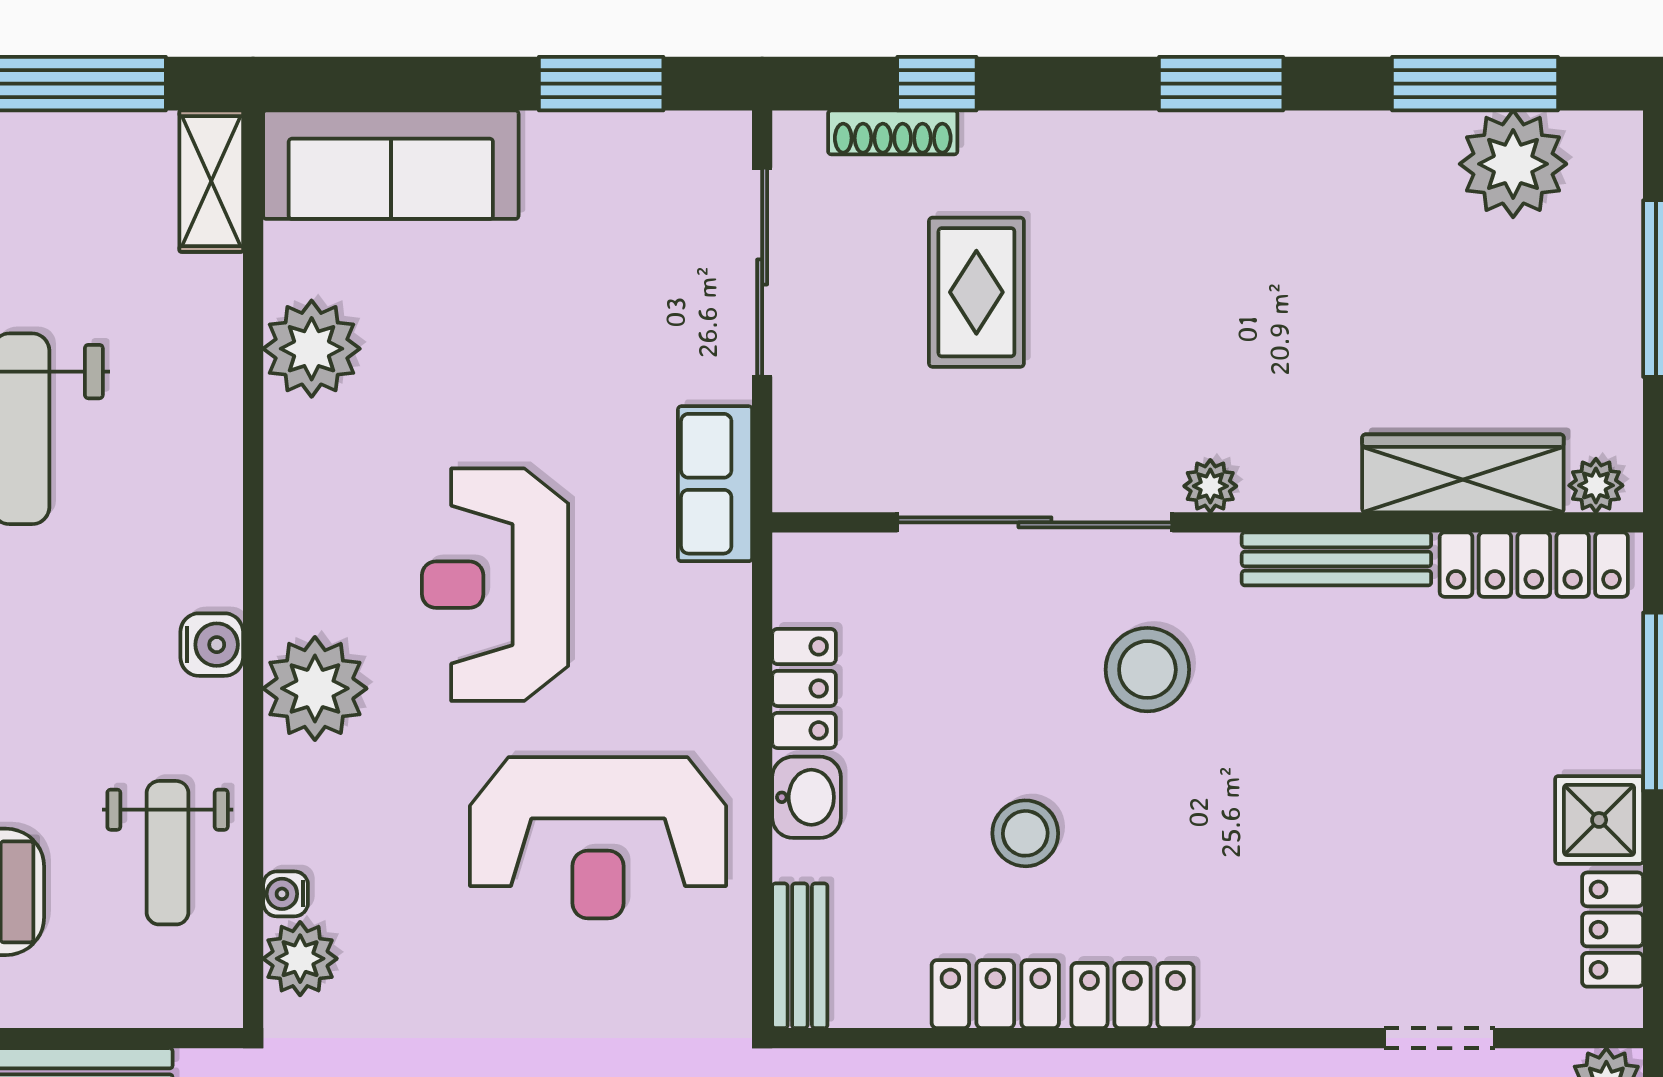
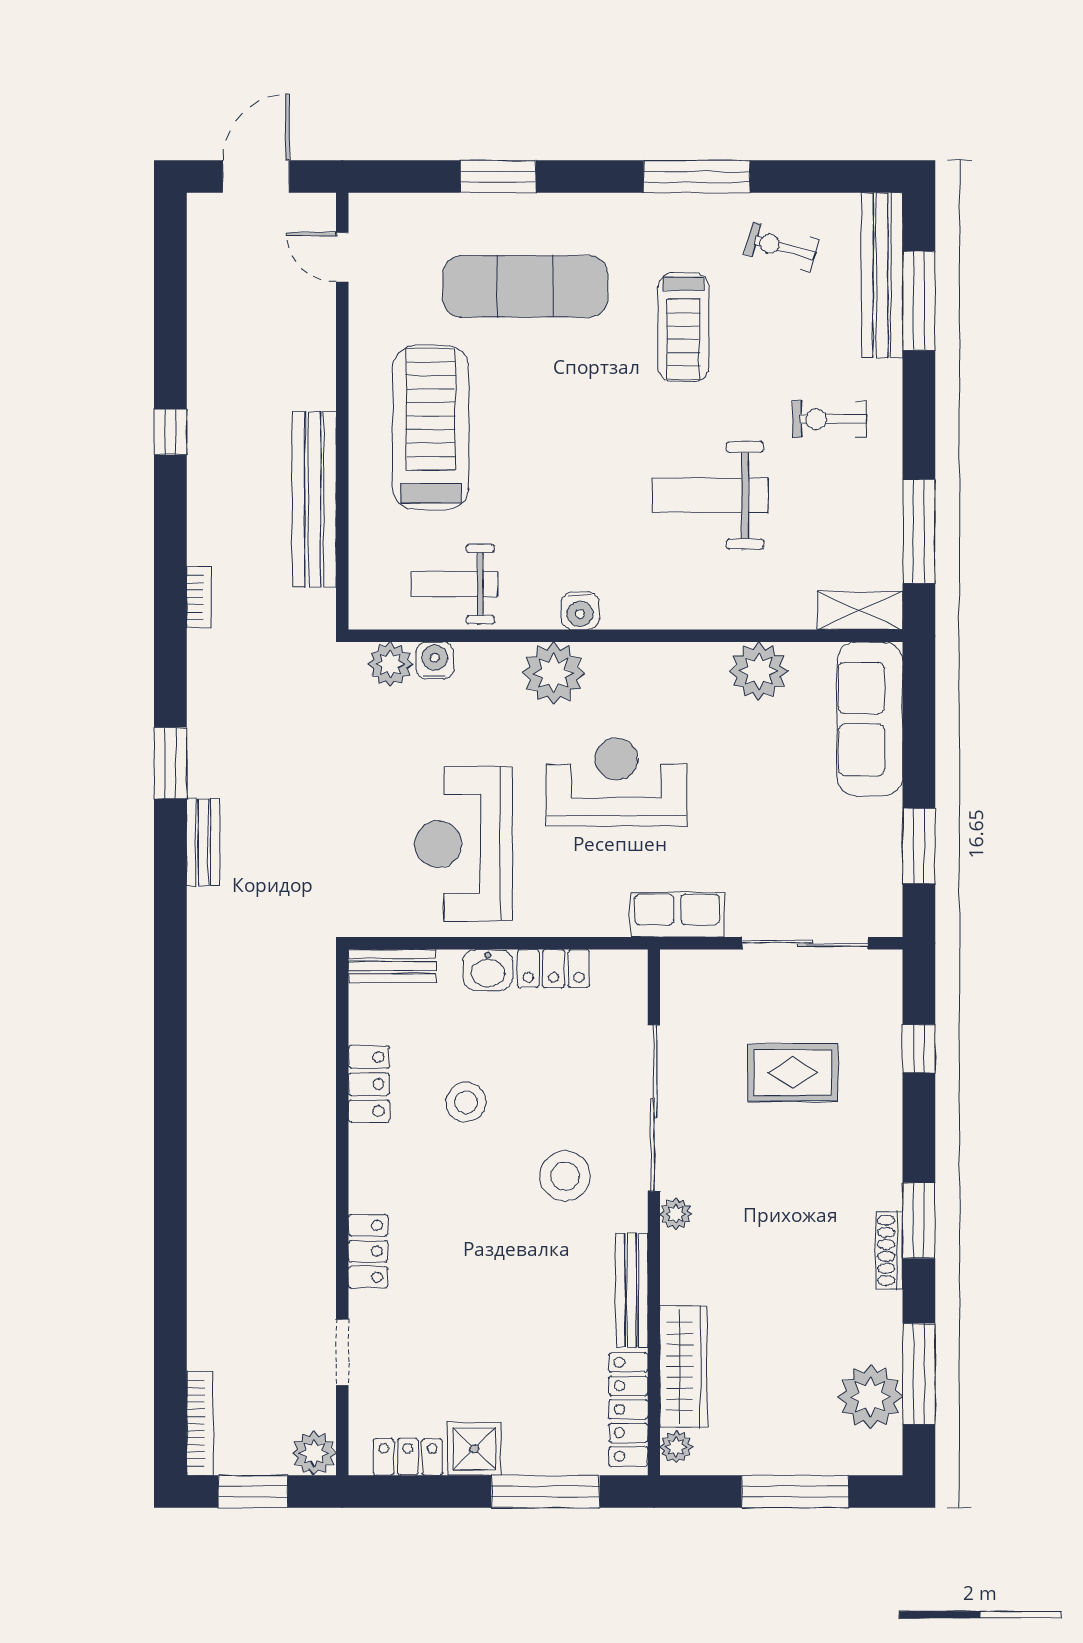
shoe rack: (893, 132) -> (889, 1250), moved
water cooler: (286, 894) -> (435, 661), width x1.38, depth x1.38
locker: (1132, 996) -> (368, 1251), moved

